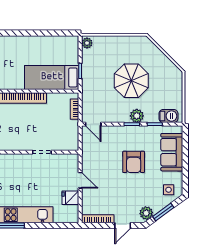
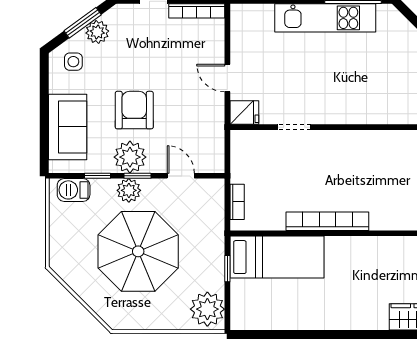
plant: (87, 43) -> (207, 309), width x1.88, depth x1.88
parasol: (131, 81) -> (138, 251), width x1.36, depth x1.36
door: (93, 124) -> (181, 176), moved
plant: (136, 135) -> (130, 157), added
fridge: (70, 198) -> (244, 112), moved
plant: (146, 213) -> (97, 32), moved

